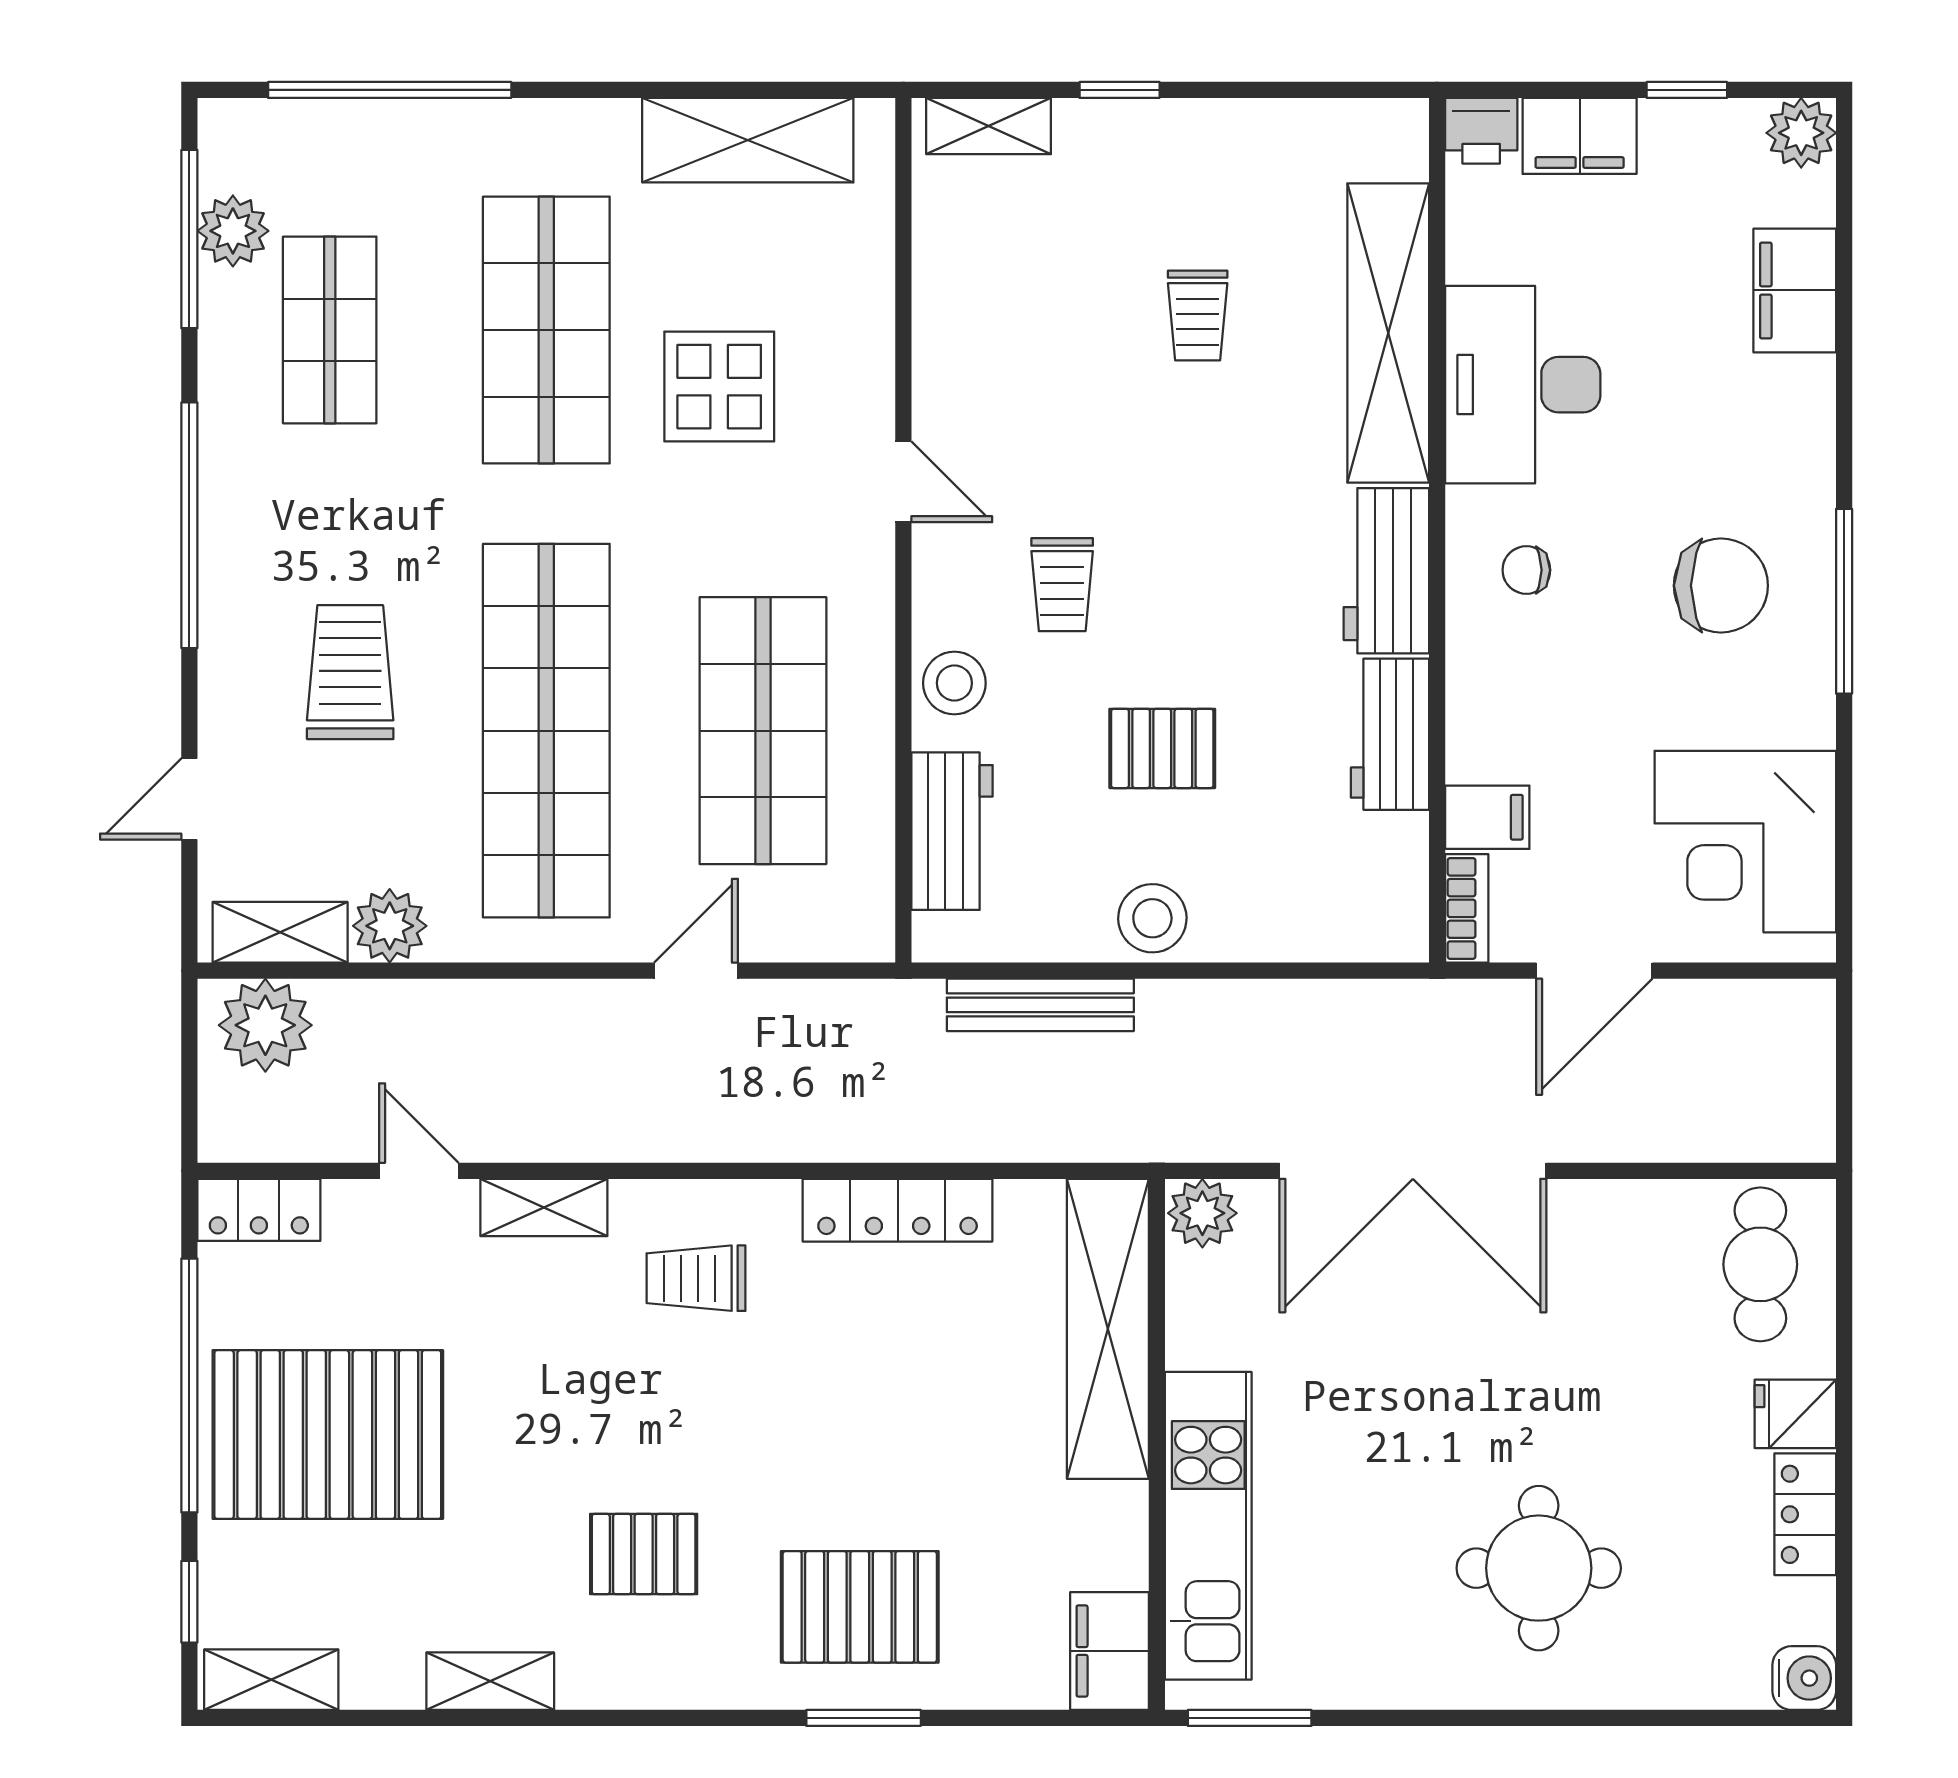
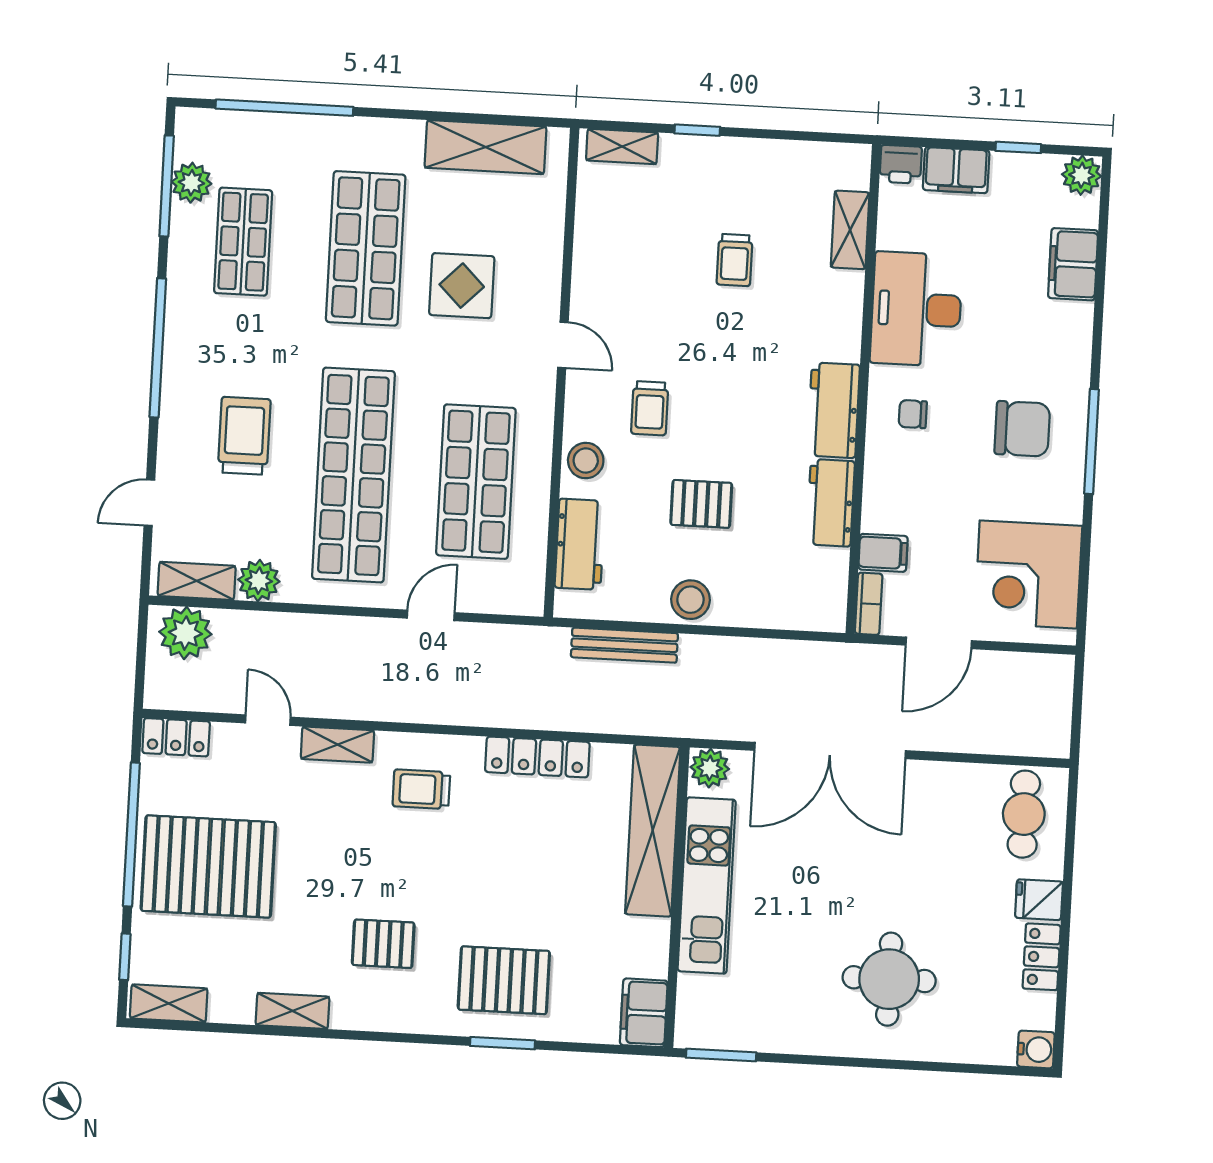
shelving: (1388, 333) -> (850, 230), width x0.45, depth x0.75
kitchen unit: (1208, 1526) -> (707, 886), moved

